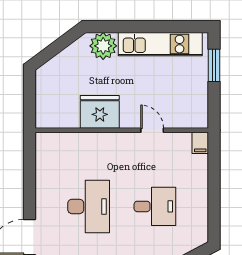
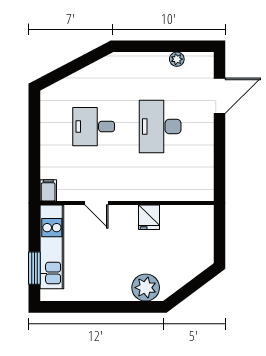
kitchen unit: (160, 44) -> (52, 247), moved, turned 90
fridge: (100, 112) -> (149, 217), width x0.53, depth x0.75

